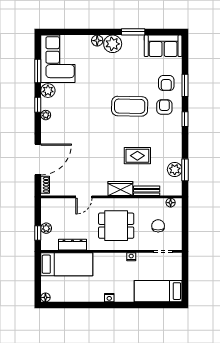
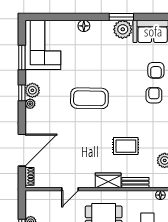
plant: (113, 44) -> (123, 29), moved
plant: (48, 91) -> (32, 90), moved
coffee table: (130, 106) -> (89, 98), moved

